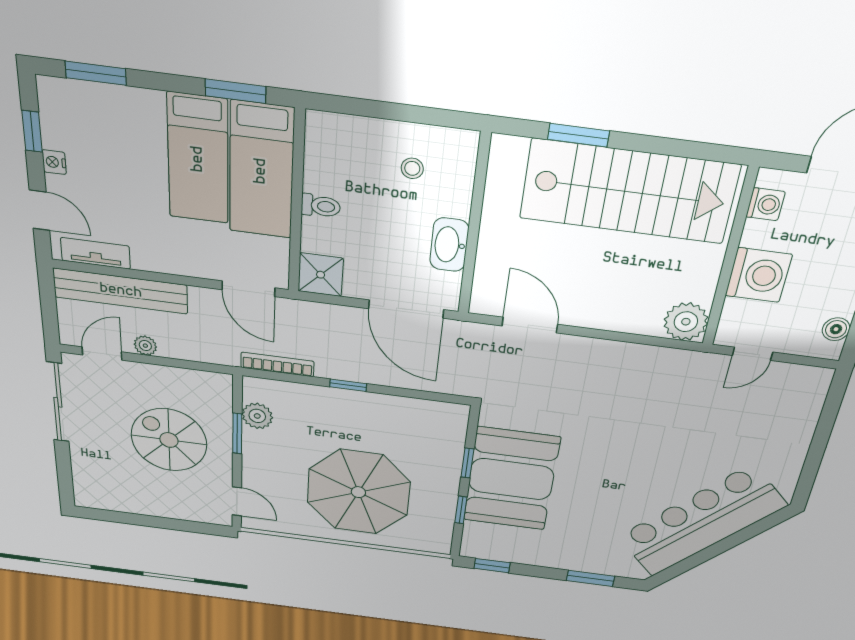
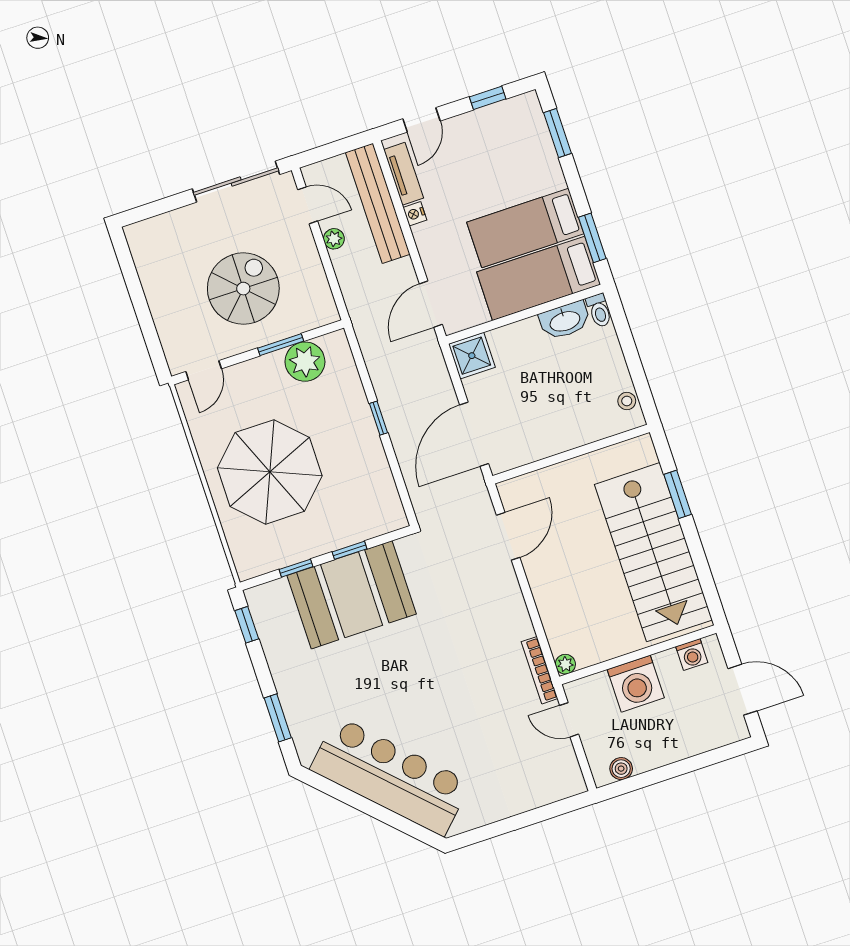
nightstand: (54, 162) -> (415, 214), moved, turned -90
stool: (412, 168) -> (627, 401), moved
toilet: (321, 206) -> (599, 310), moved
washbasin: (449, 245) -> (565, 321), moved, turned 180
plant: (686, 322) -> (565, 664), width x0.53, depth x0.53
bookcase: (277, 364) -> (540, 670), moved, turned 180
plant: (257, 416) -> (305, 362), width x1.36, depth x1.36

